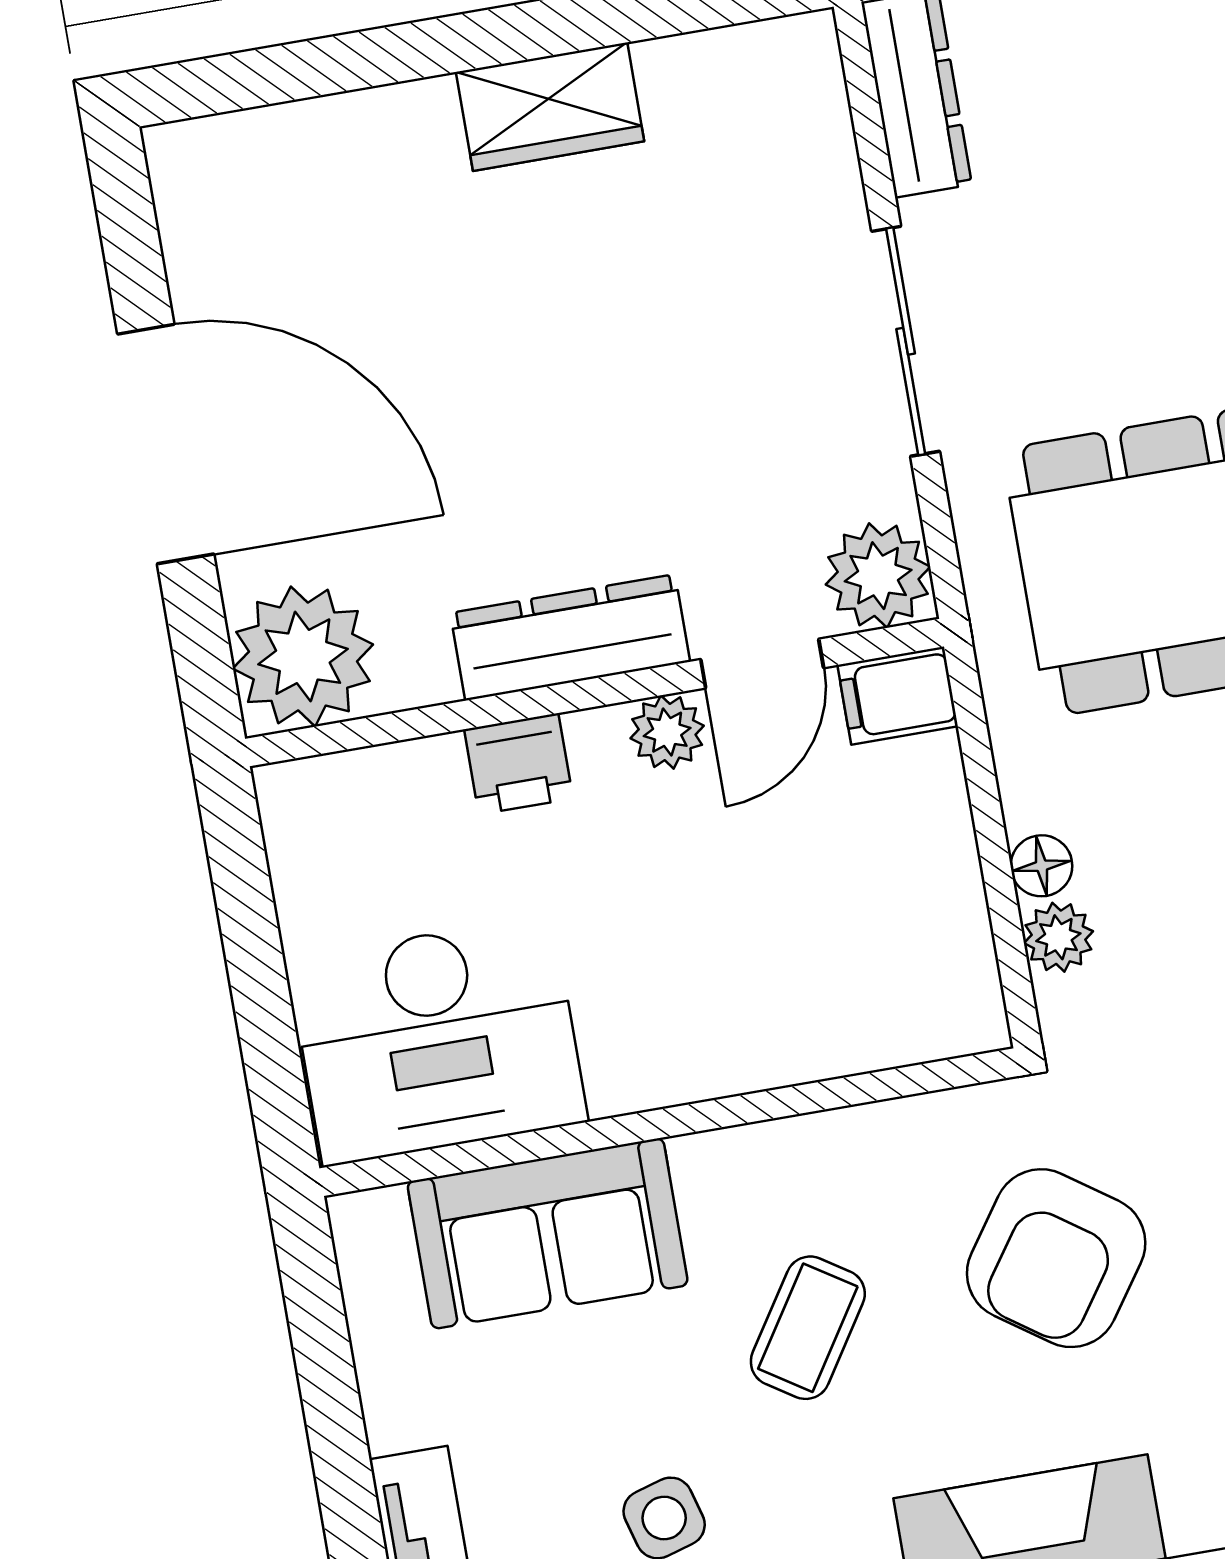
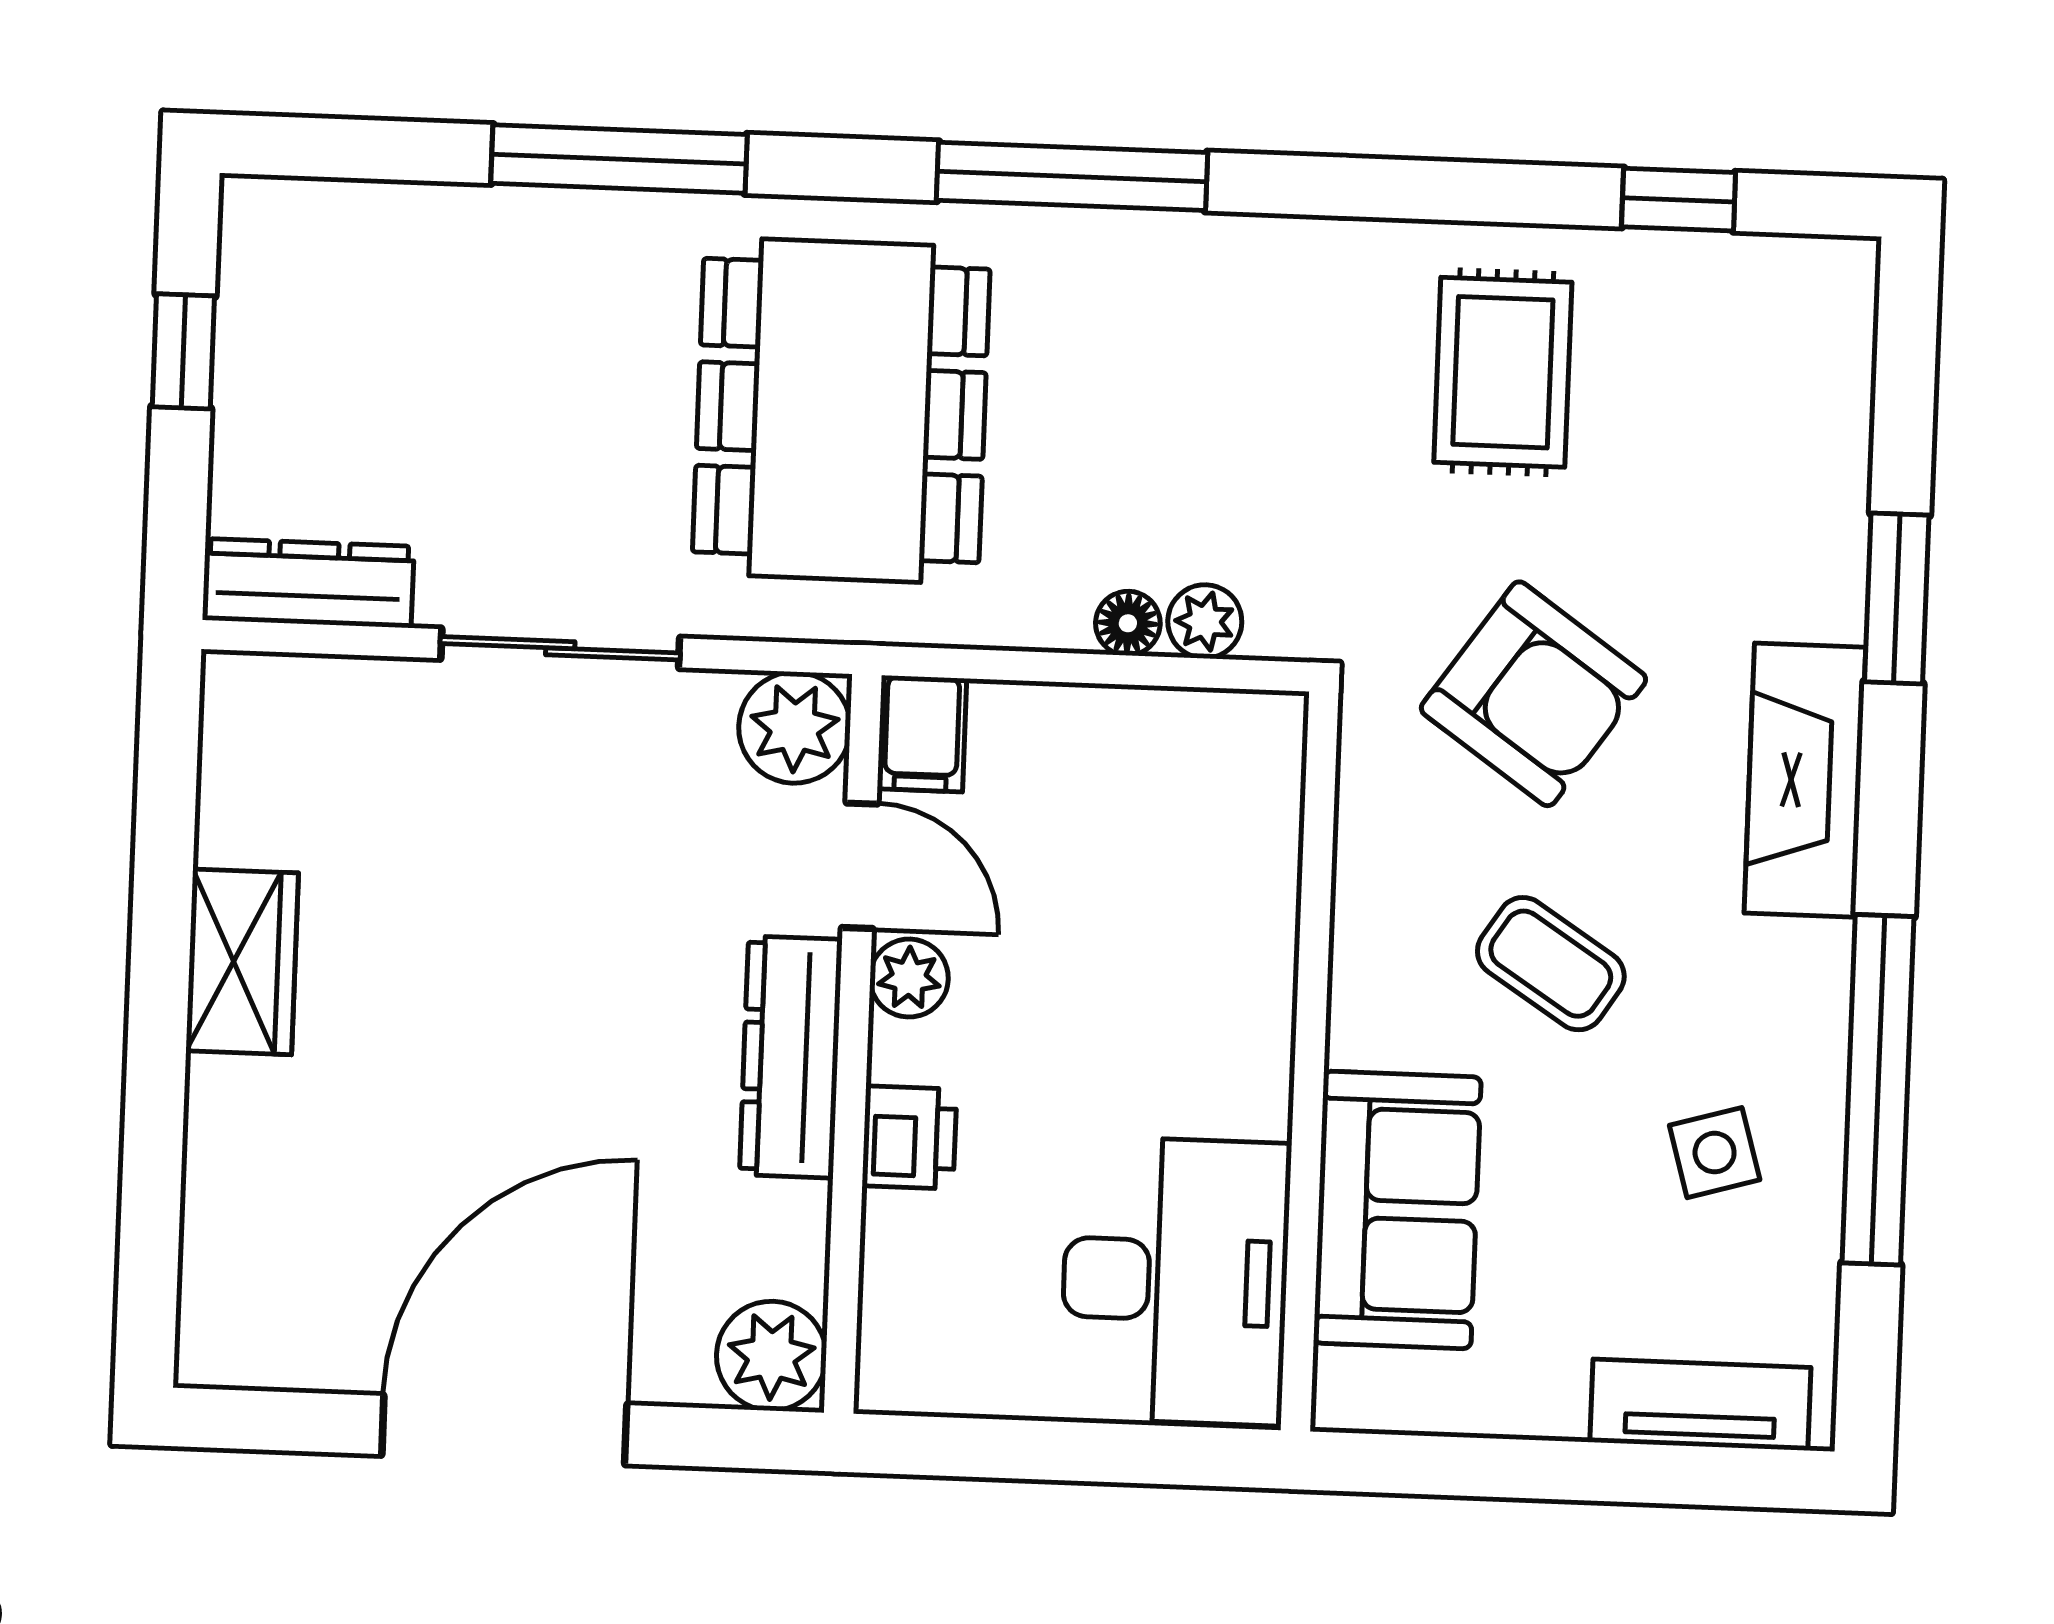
plant: (303, 657) -> (771, 1356), width x0.73, depth x0.73

